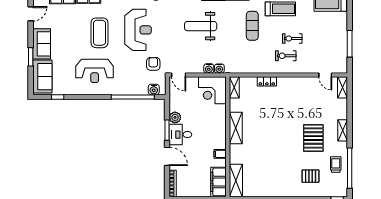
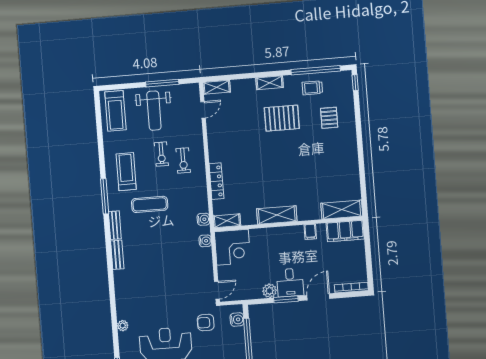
weight bench: (201, 26) -> (154, 111), moved
water cooler: (209, 68) -> (203, 219), moved
locker: (267, 81) -> (216, 181), width x1.53

